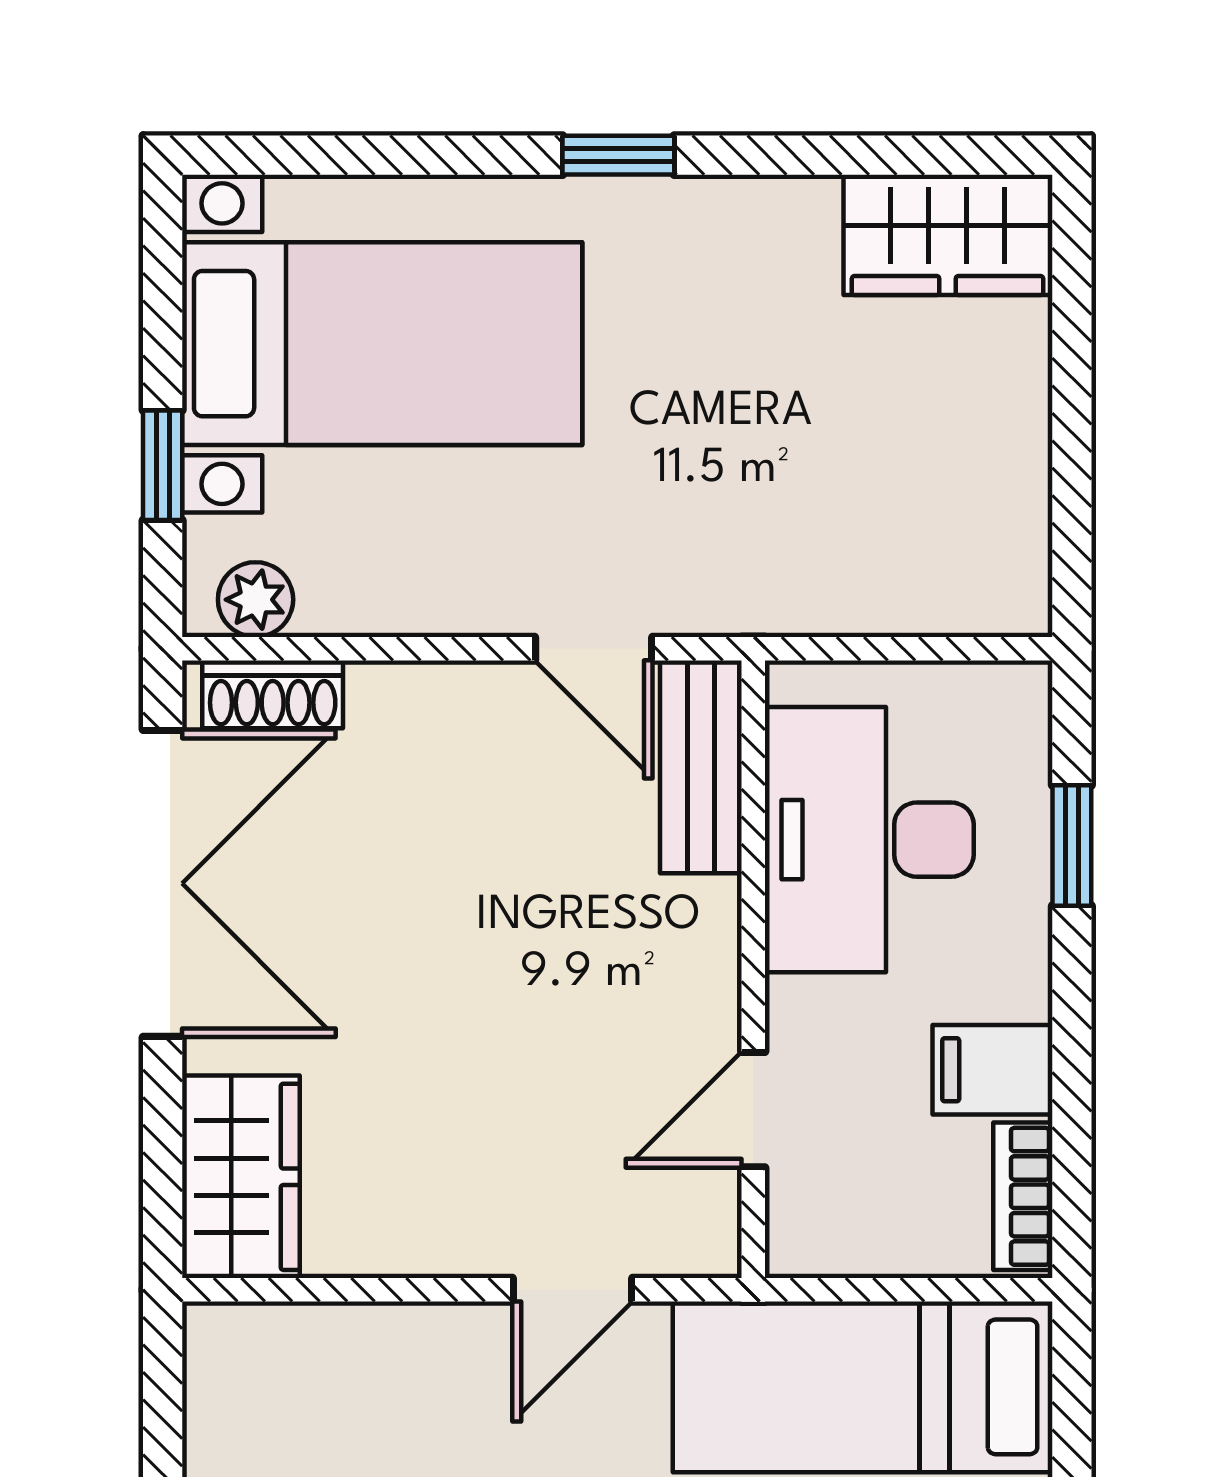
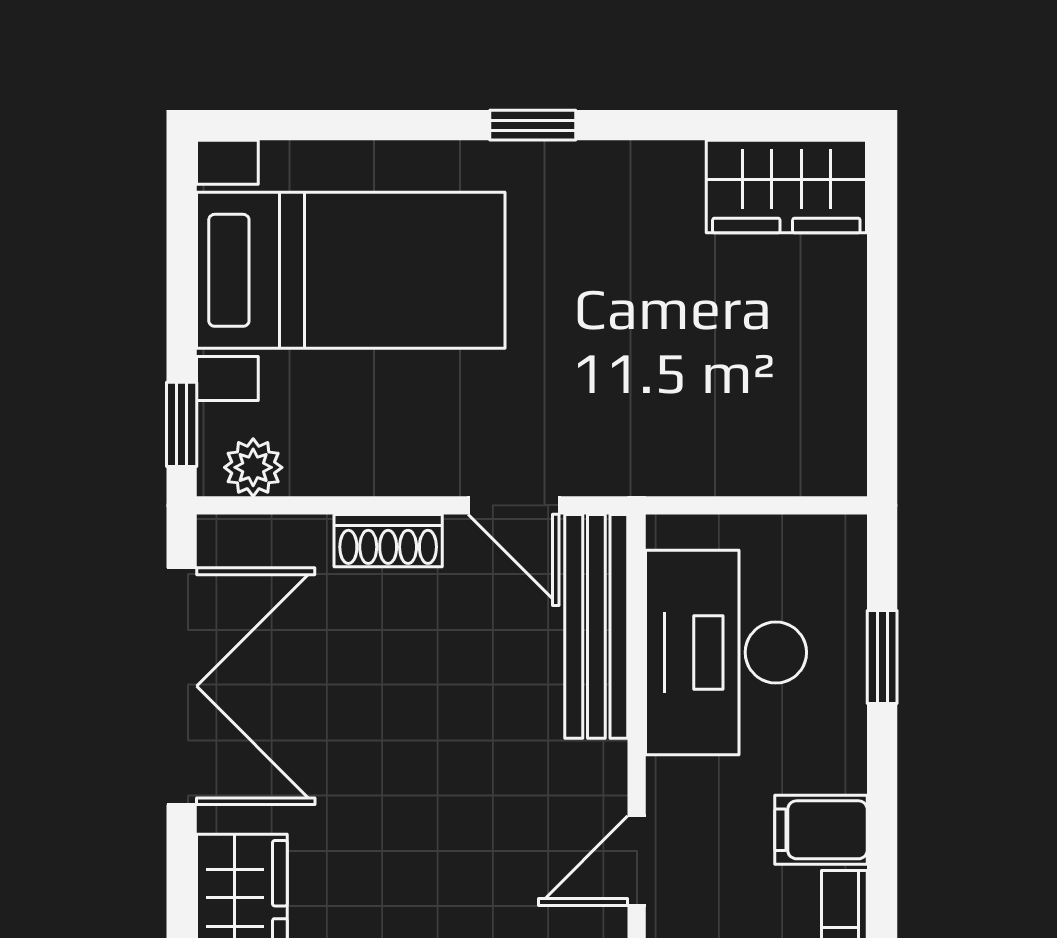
window: (163, 465) -> (182, 424), moved
shoe rack: (273, 694) -> (388, 541), moved
bench: (701, 767) -> (596, 626), width x1.36

